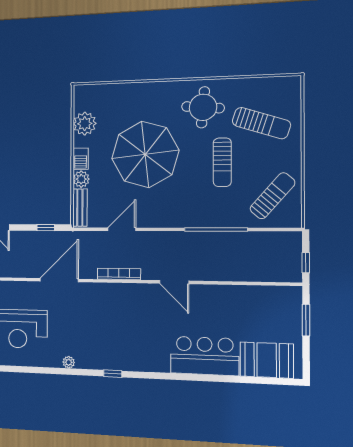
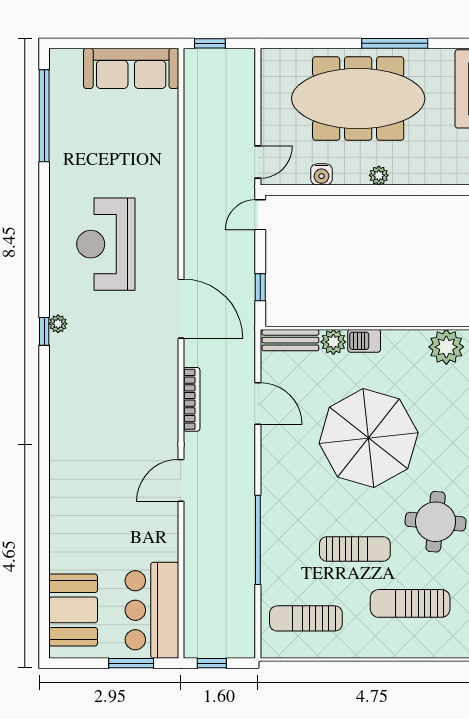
sun lounger: (261, 123) -> (410, 603), turned 72
plant: (85, 124) -> (446, 347), moved
sun lounger: (222, 162) -> (355, 549), turned 180
sun lounger: (272, 196) -> (306, 618), turned 139
bar counter: (205, 356) -> (152, 610), moved, turned 180
window: (113, 374) -> (44, 331), moved

